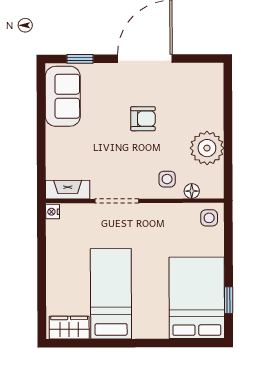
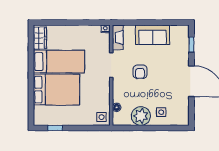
sofa: (63, 96) -> (153, 35), moved
armchair: (143, 119) -> (140, 72), moved
side table: (167, 179) -> (161, 112), moved
bed: (197, 298) -> (56, 90), moved

